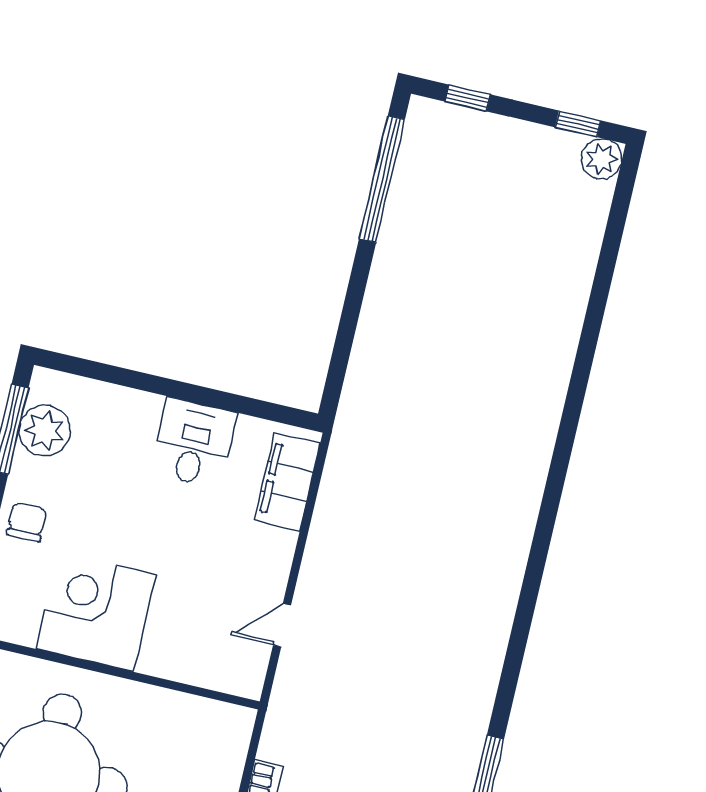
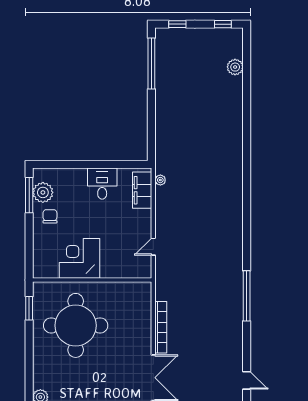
plant: (601, 159) -> (235, 67), moved
plant: (337, 467) -> (160, 180), added
chair: (27, 522) -> (50, 216), moved

